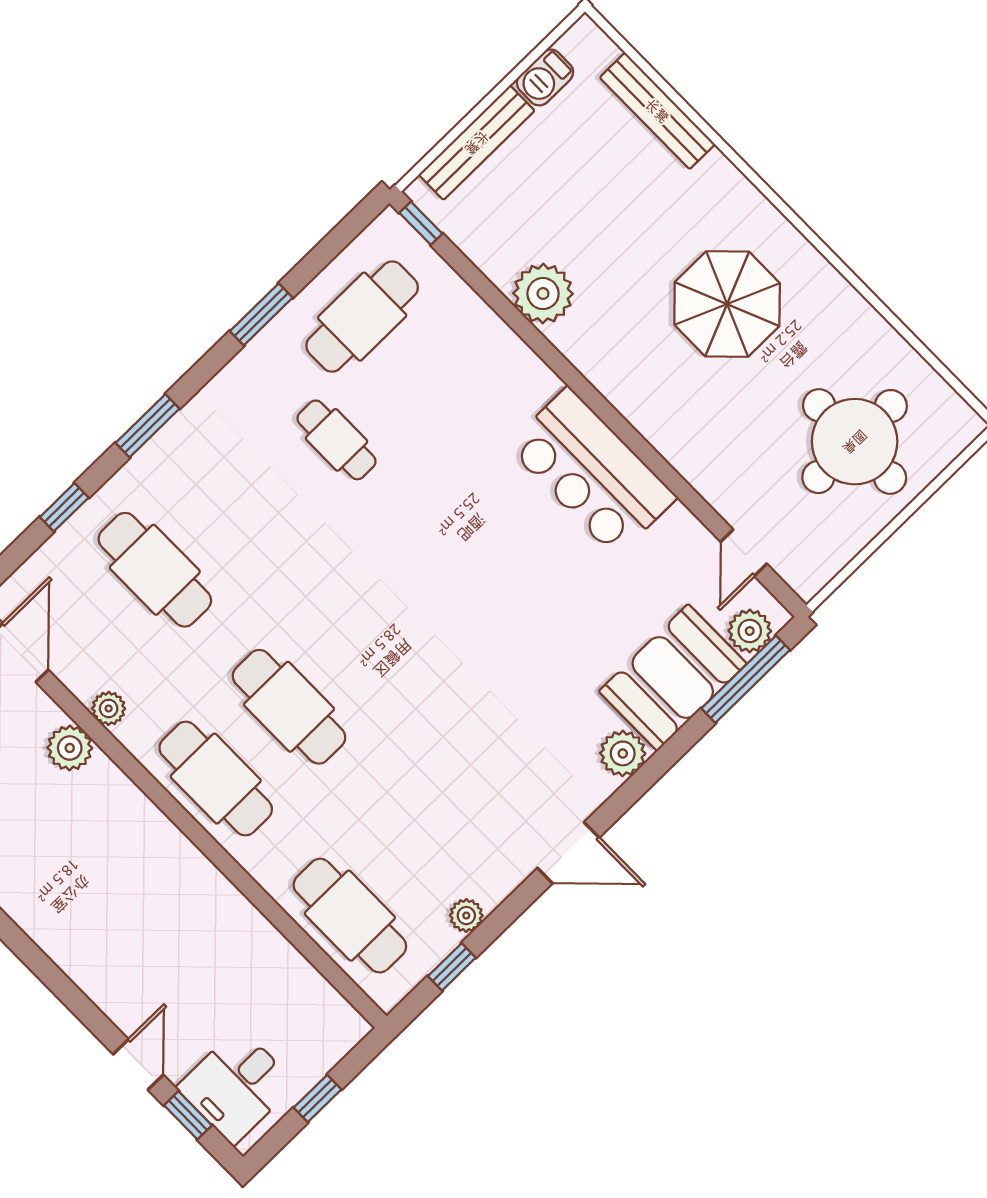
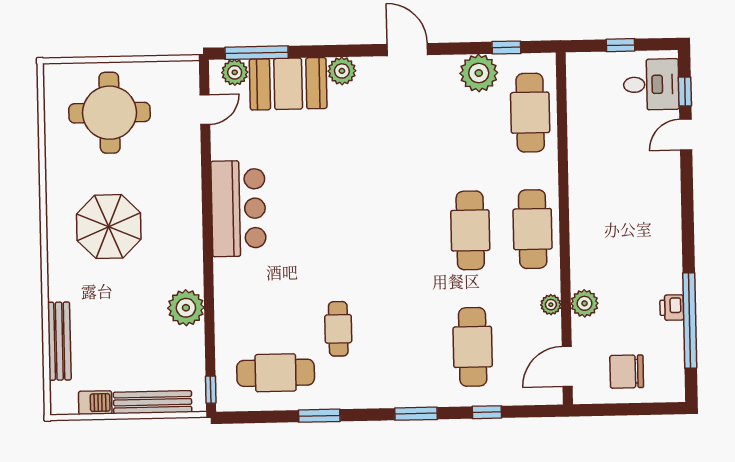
plant: (466, 916) -> (479, 73), width x1.87, depth x1.87

